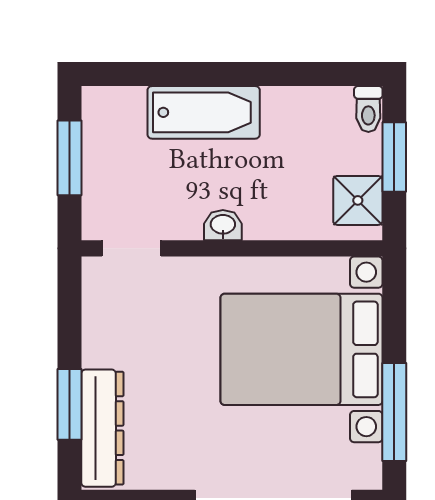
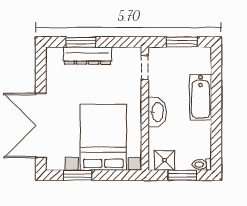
washbasin: (223, 225) -> (157, 112), width x1.91, depth x1.45
window: (394, 412) -> (78, 175), width x0.69
dresser: (102, 428) -> (88, 56), moved

